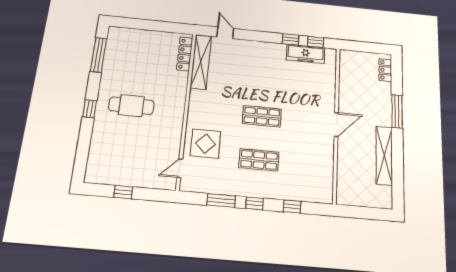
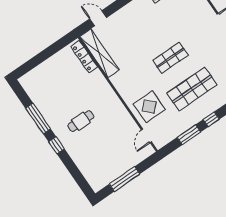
window: (98, 55) -> (38, 118), moved
cafe table: (131, 106) -> (81, 121), width x0.73, depth x0.74
shop shelf: (259, 160) -> (192, 89), width x1.43, depth x1.36
window: (123, 192) -> (124, 179), width x2.17

